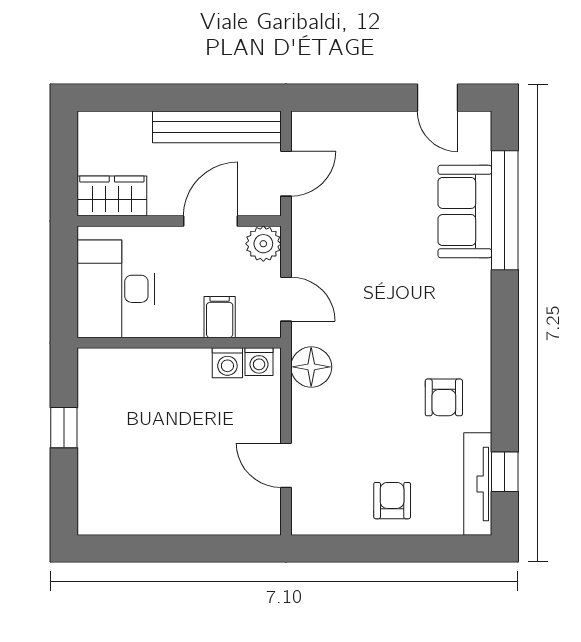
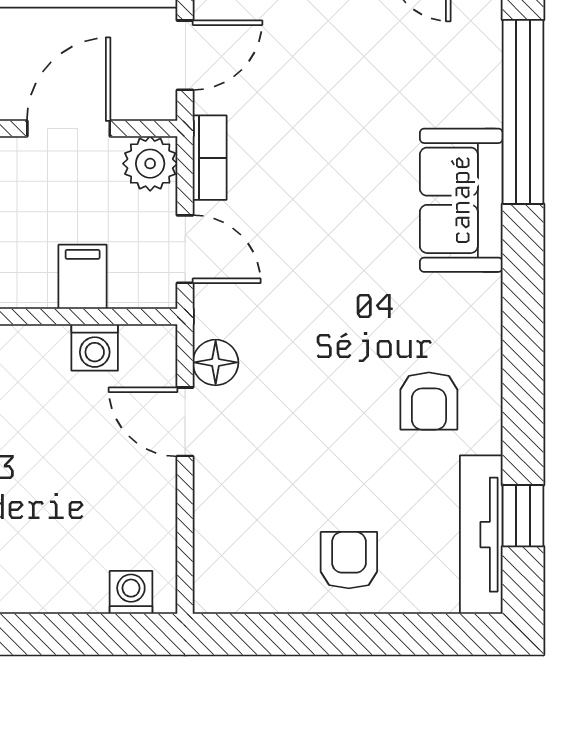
sofa: (465, 212) -> (461, 200), moved
bookcase: (302, 240) -> (210, 158), added
washing machine: (259, 362) -> (131, 592), moved, turned 180
floor lamp: (311, 367) -> (216, 362), width x0.73, depth x0.73
door: (286, 465) -> (185, 422), moved

